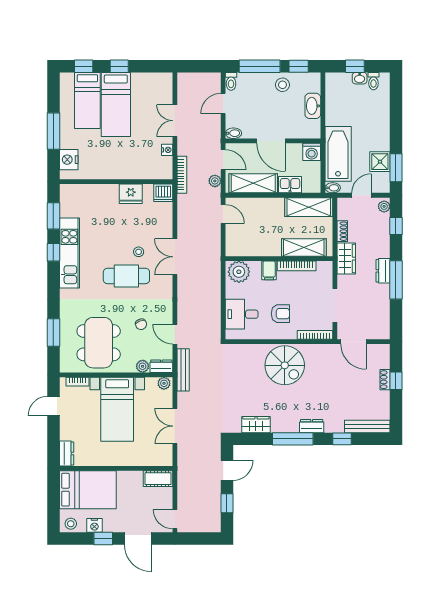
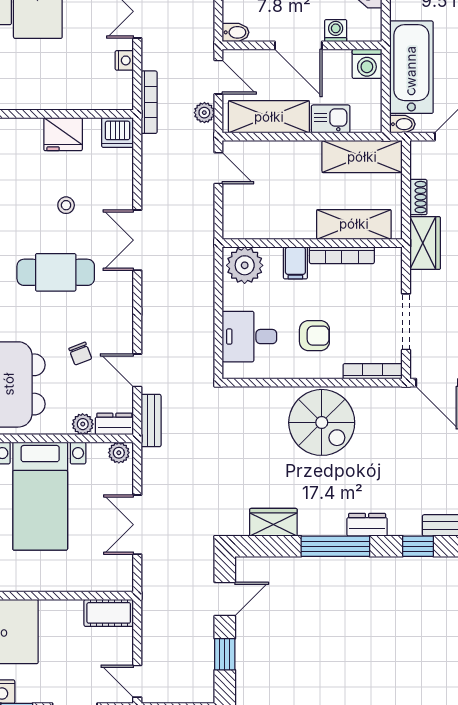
washing machine: (293, 132) -> (336, 31), added
stool: (139, 252) -> (66, 205), moved
bench: (183, 370) -> (151, 421), width x0.73

